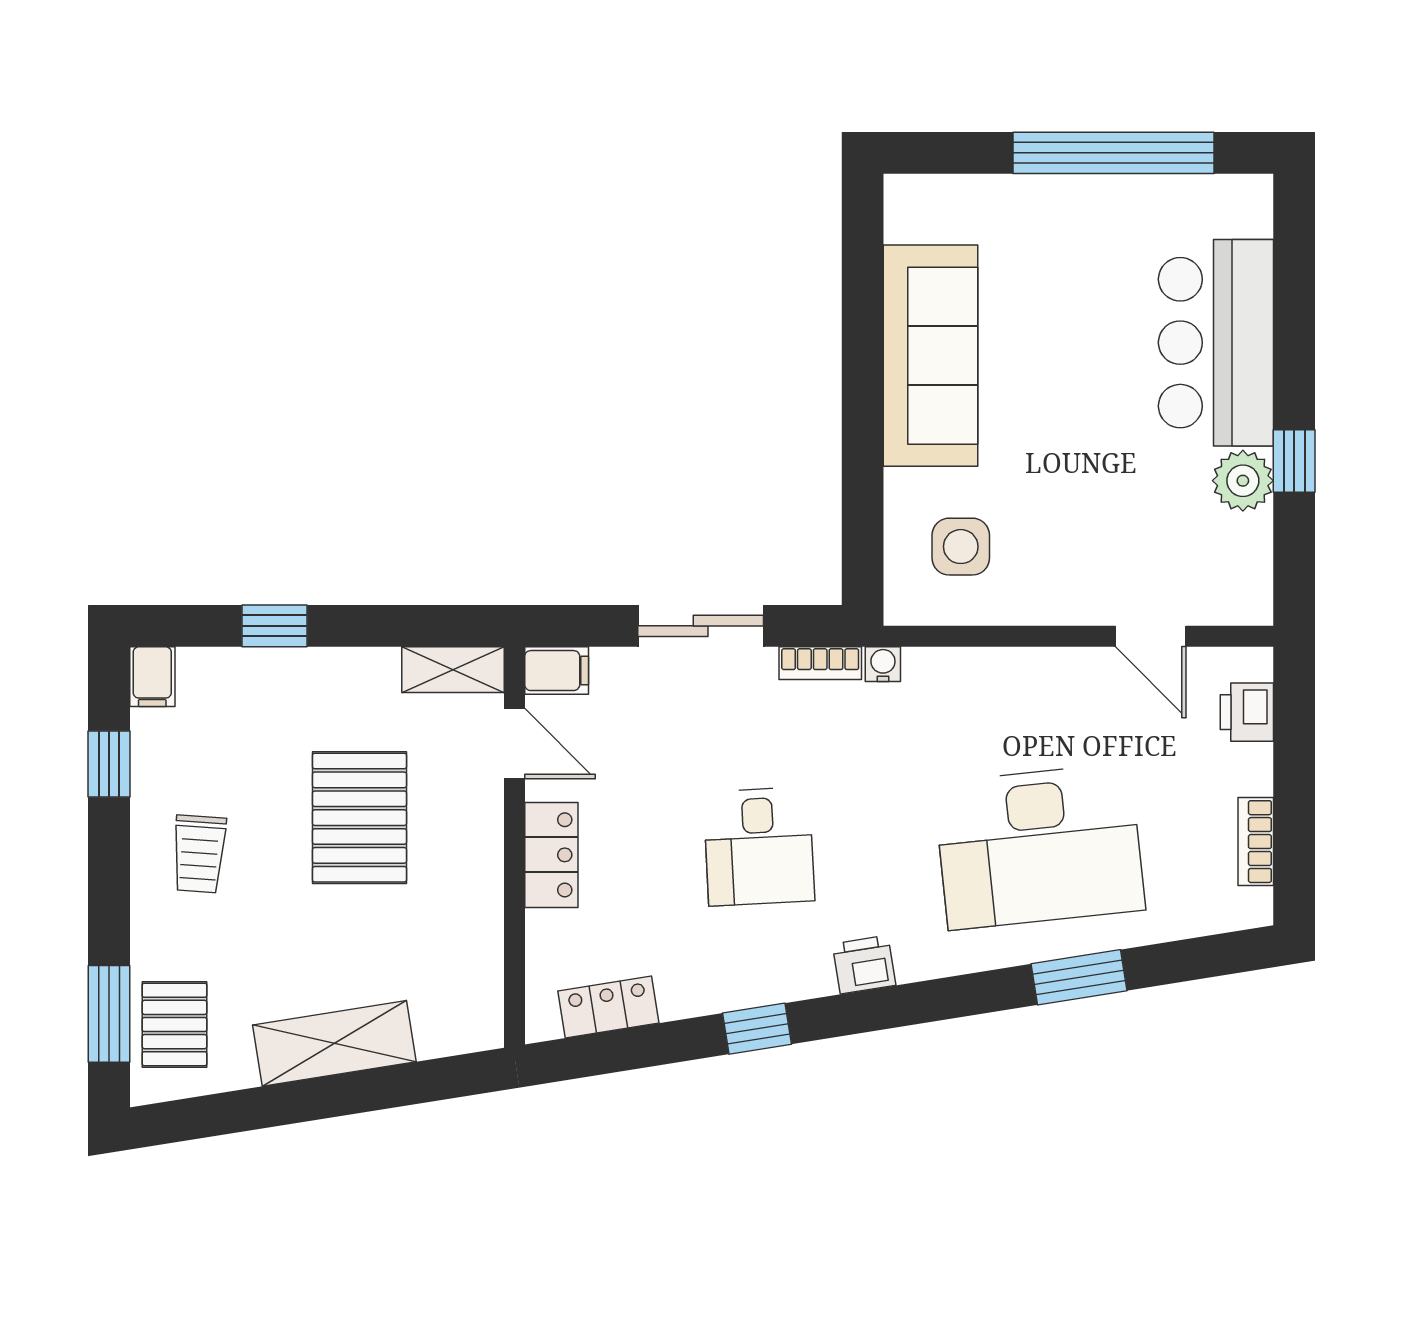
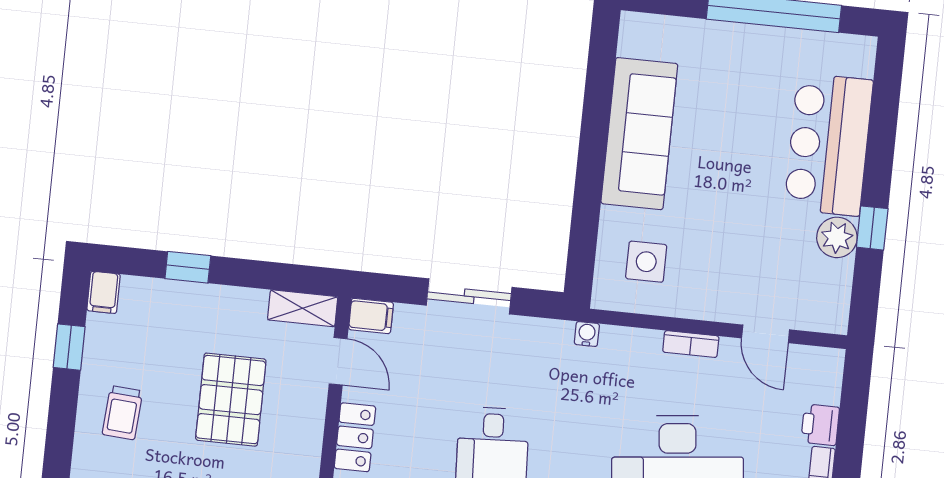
bookcase: (820, 663) -> (691, 344), moved
printer: (1247, 712) -> (820, 425), moved

